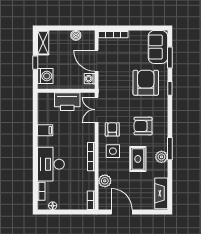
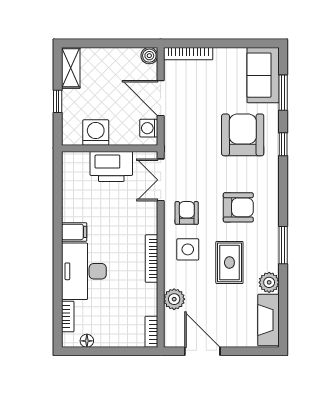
boiler: (76, 35) -> (149, 56), moved
washing machine: (45, 76) -> (96, 133), moved, turned -90
armchair: (143, 126) -> (238, 207), turned 180
filing cabinet: (45, 130) -> (74, 232), moved
plant: (161, 157) -> (269, 282), moved

